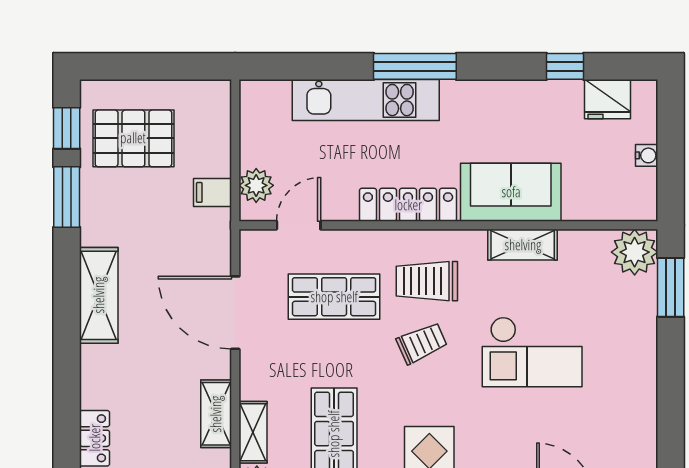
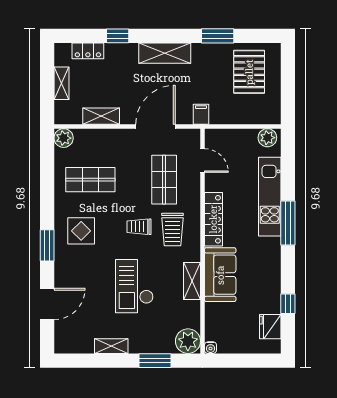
window: (67, 128) -> (118, 36), moved
water cooler: (647, 155) -> (210, 348), moved
plant: (256, 185) -> (267, 138), moved
filing cabinet: (212, 192) -> (201, 114), moved
trolley: (427, 281) -> (172, 229), turned 180
window: (671, 287) -> (155, 361), moved
trolley: (422, 343) -> (139, 227), turned 114
shelving: (253, 432) -> (111, 346), moved

